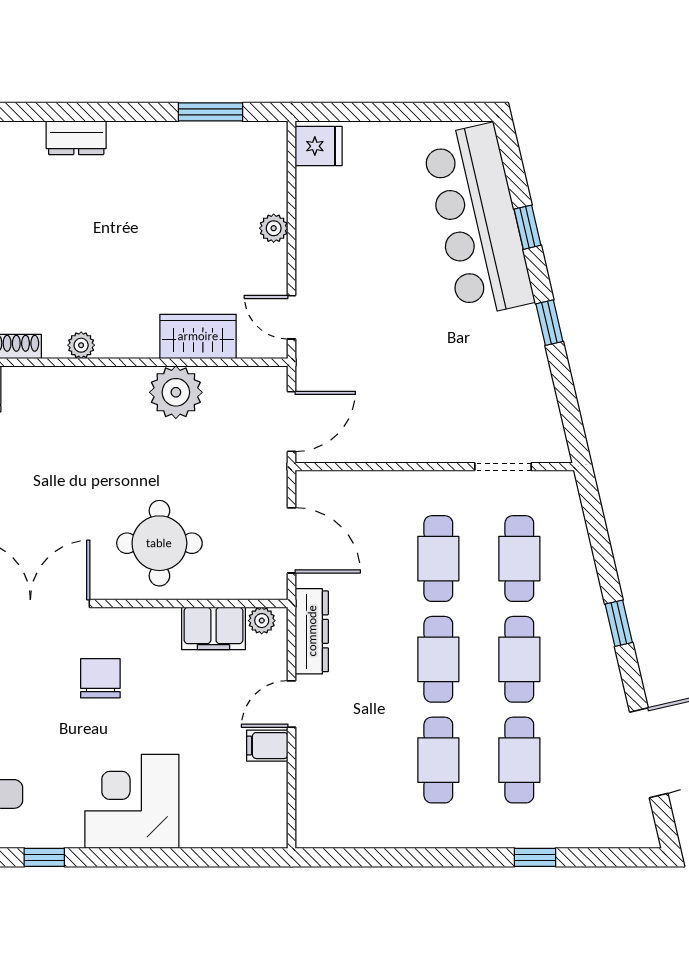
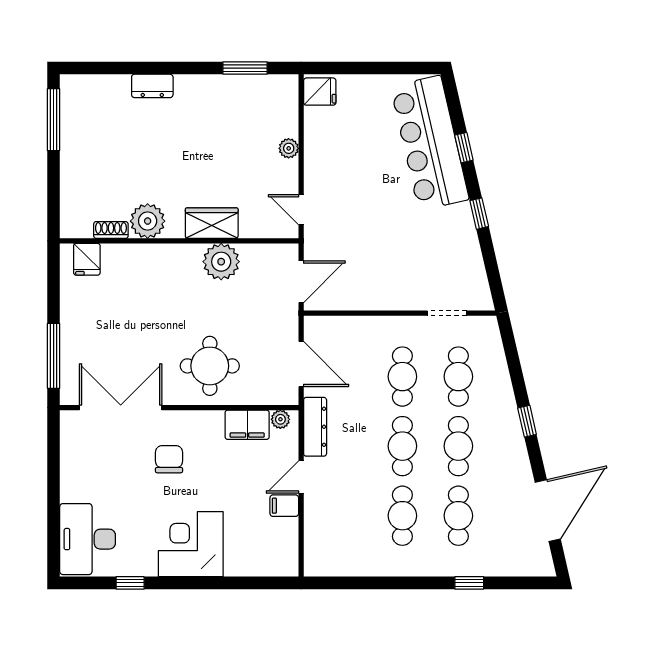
wardrobe: (198, 336) -> (212, 223), moved
plant: (81, 345) -> (148, 221), width x1.87, depth x1.87

